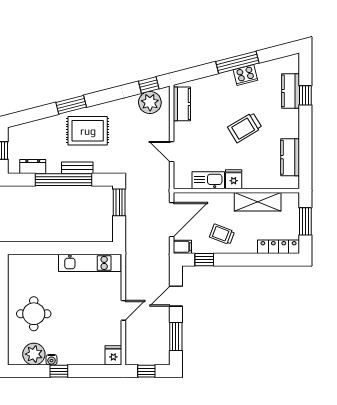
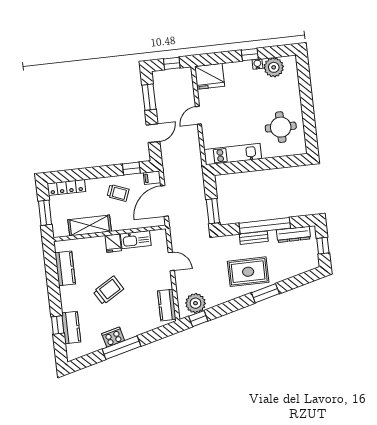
dresser: (33, 166) -> (293, 234), width x1.44
round table: (34, 314) -> (281, 127), moved
fridge: (113, 355) -> (210, 76), width x1.88, depth x1.34

